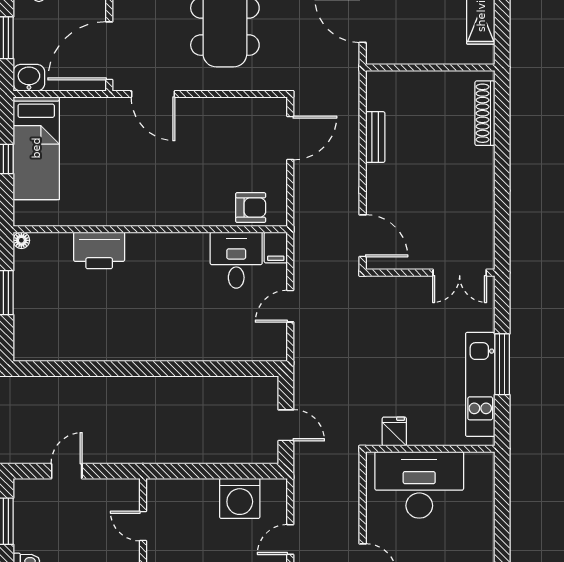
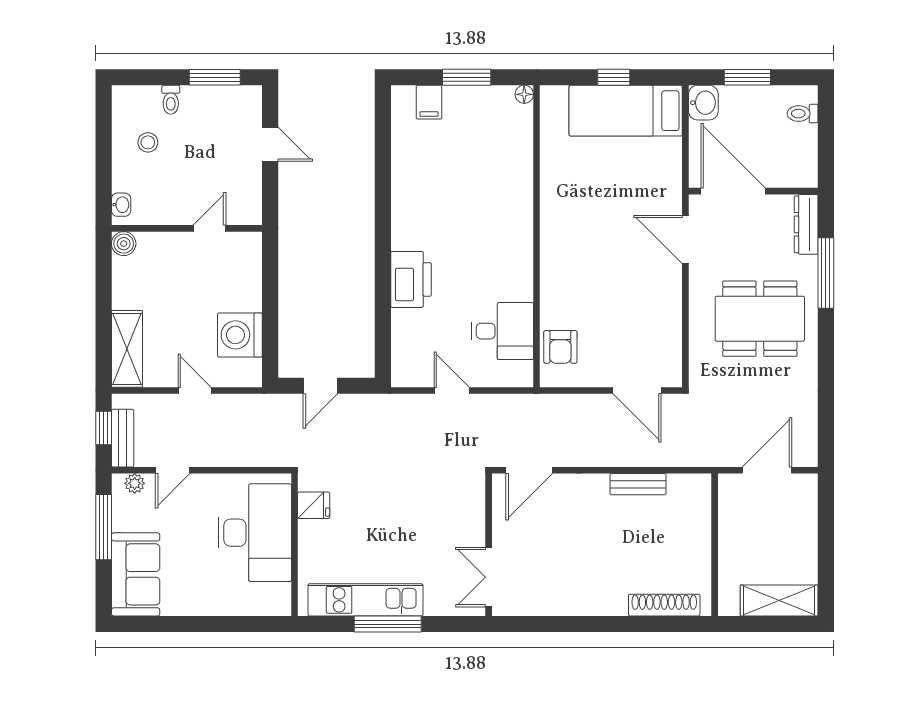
door: (153, 94) -> (685, 239), hinge flipped
filing cabinet: (276, 247) -> (429, 102), moved, turned -90
printer: (99, 250) -> (411, 279), moved, turned 180

